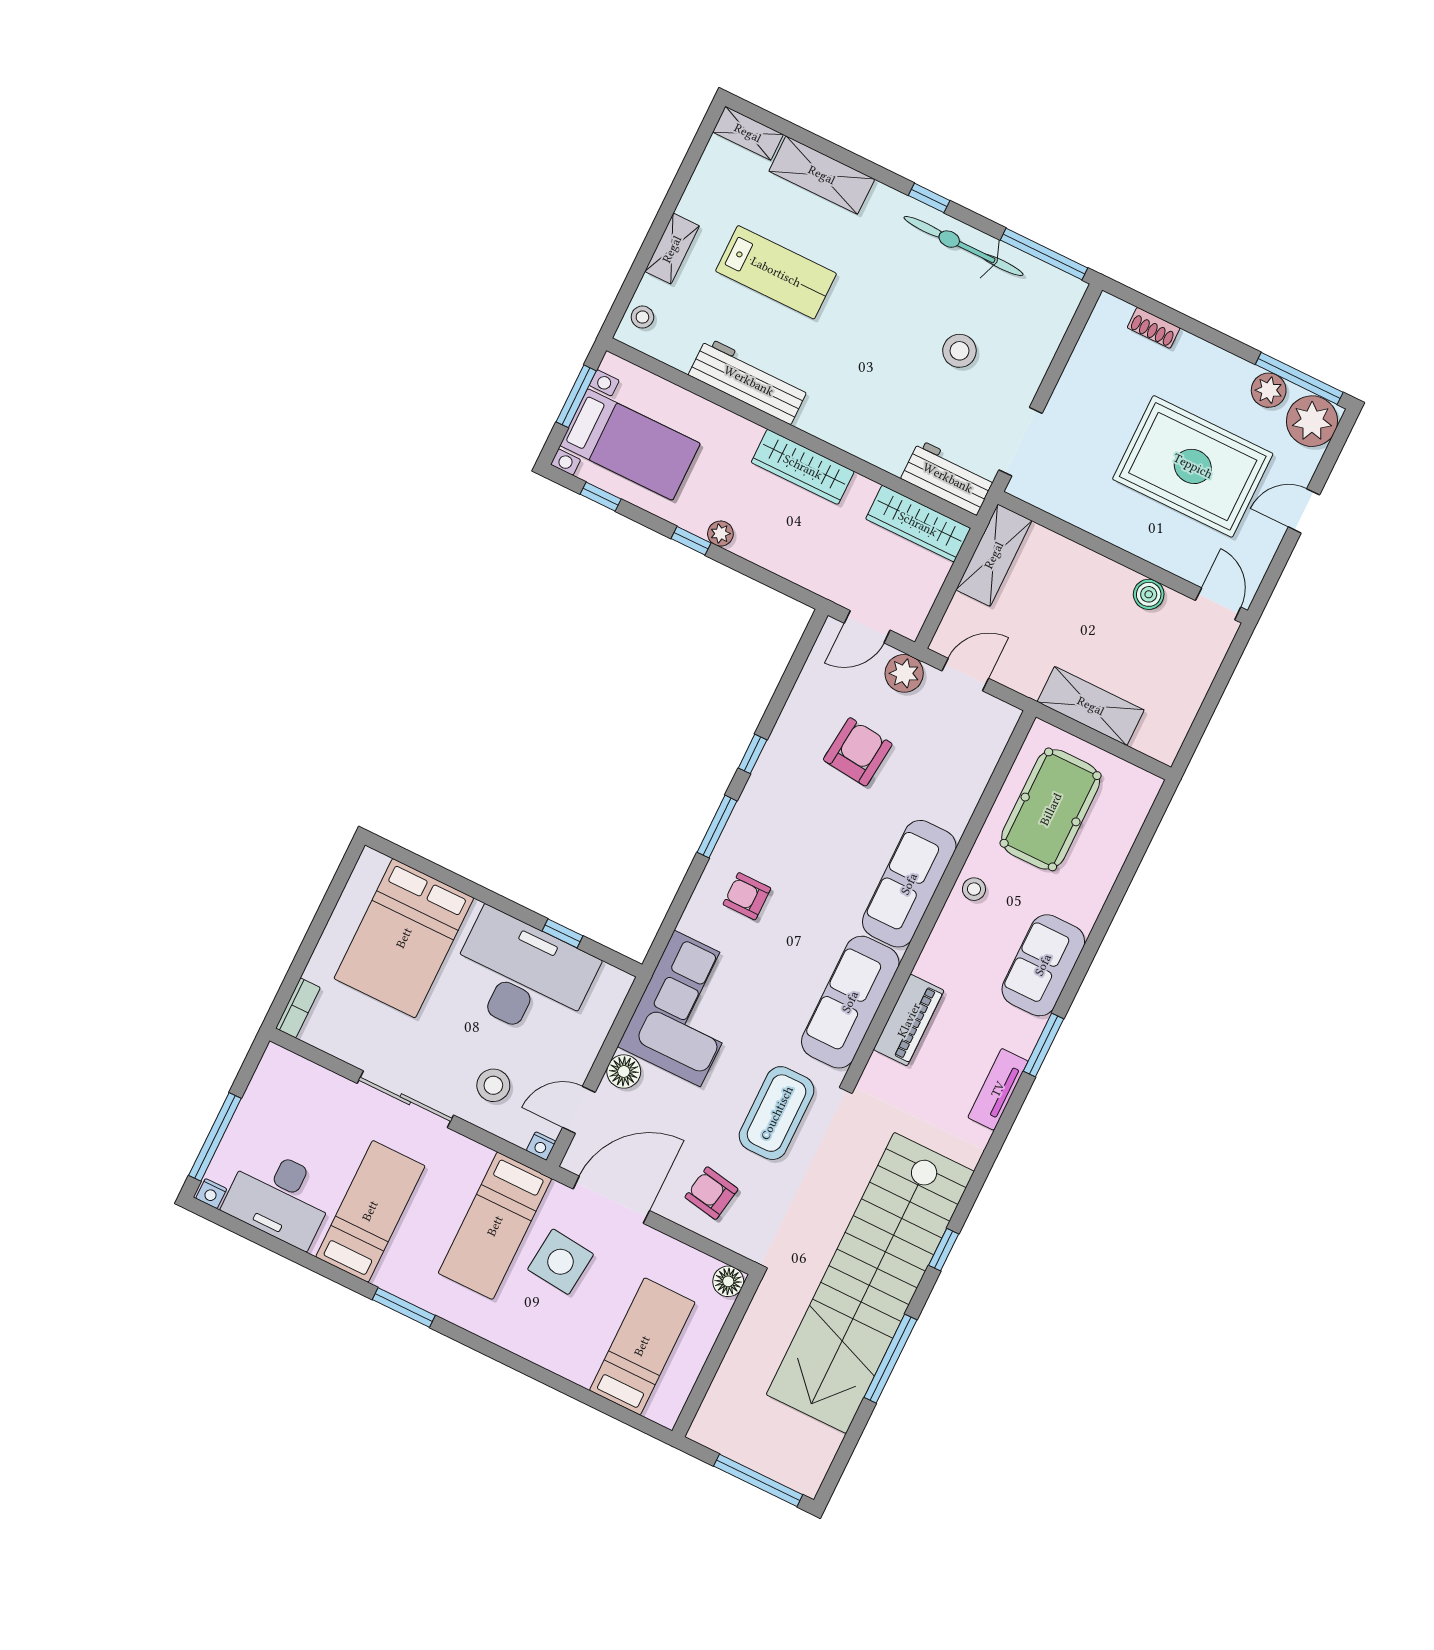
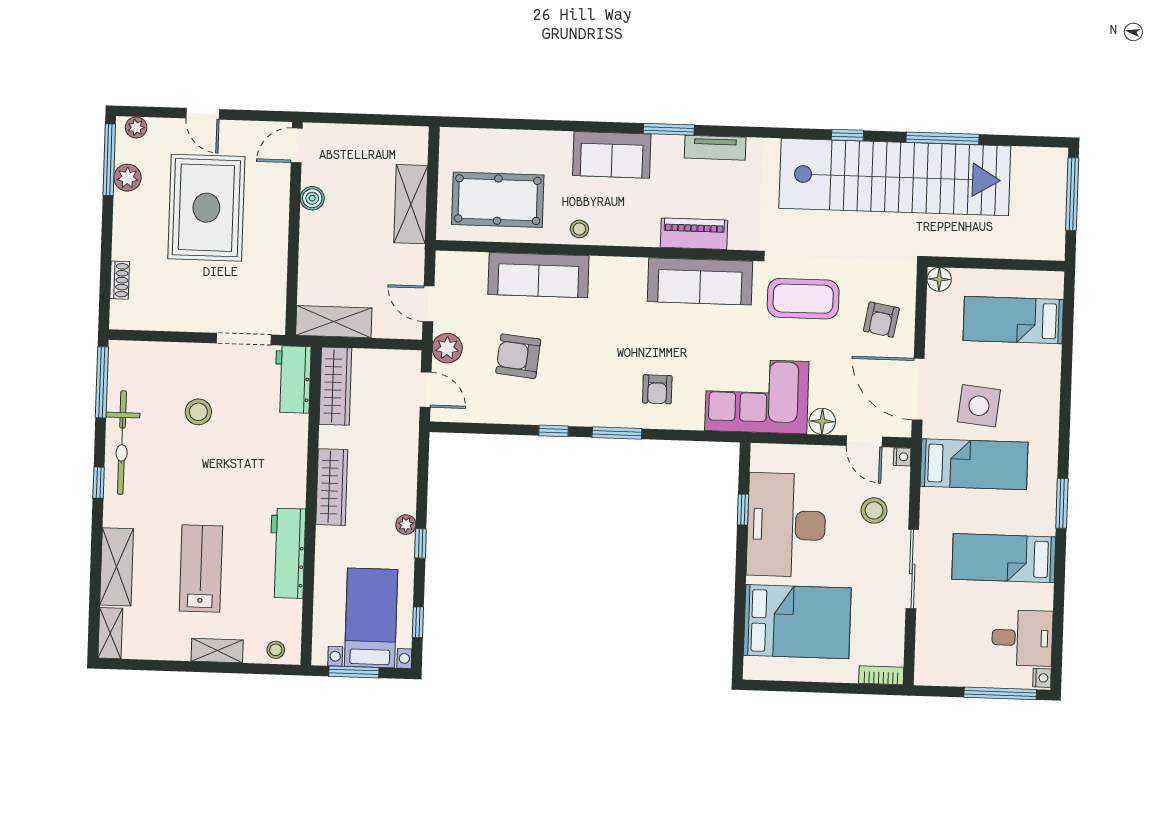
plant: (1312, 421) -> (136, 127), width x0.53, depth x0.53
sofa: (909, 884) -> (538, 275), moved
desk: (280, 1197) -> (1022, 638), width x0.73

